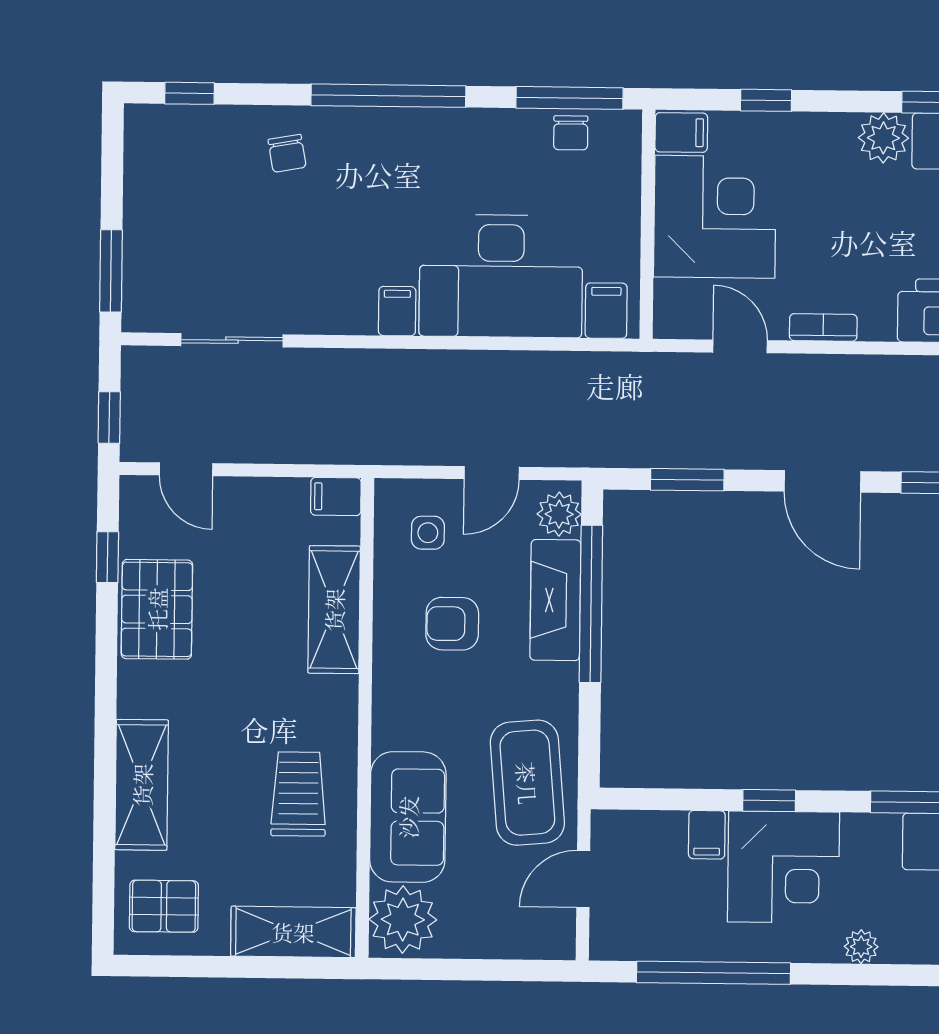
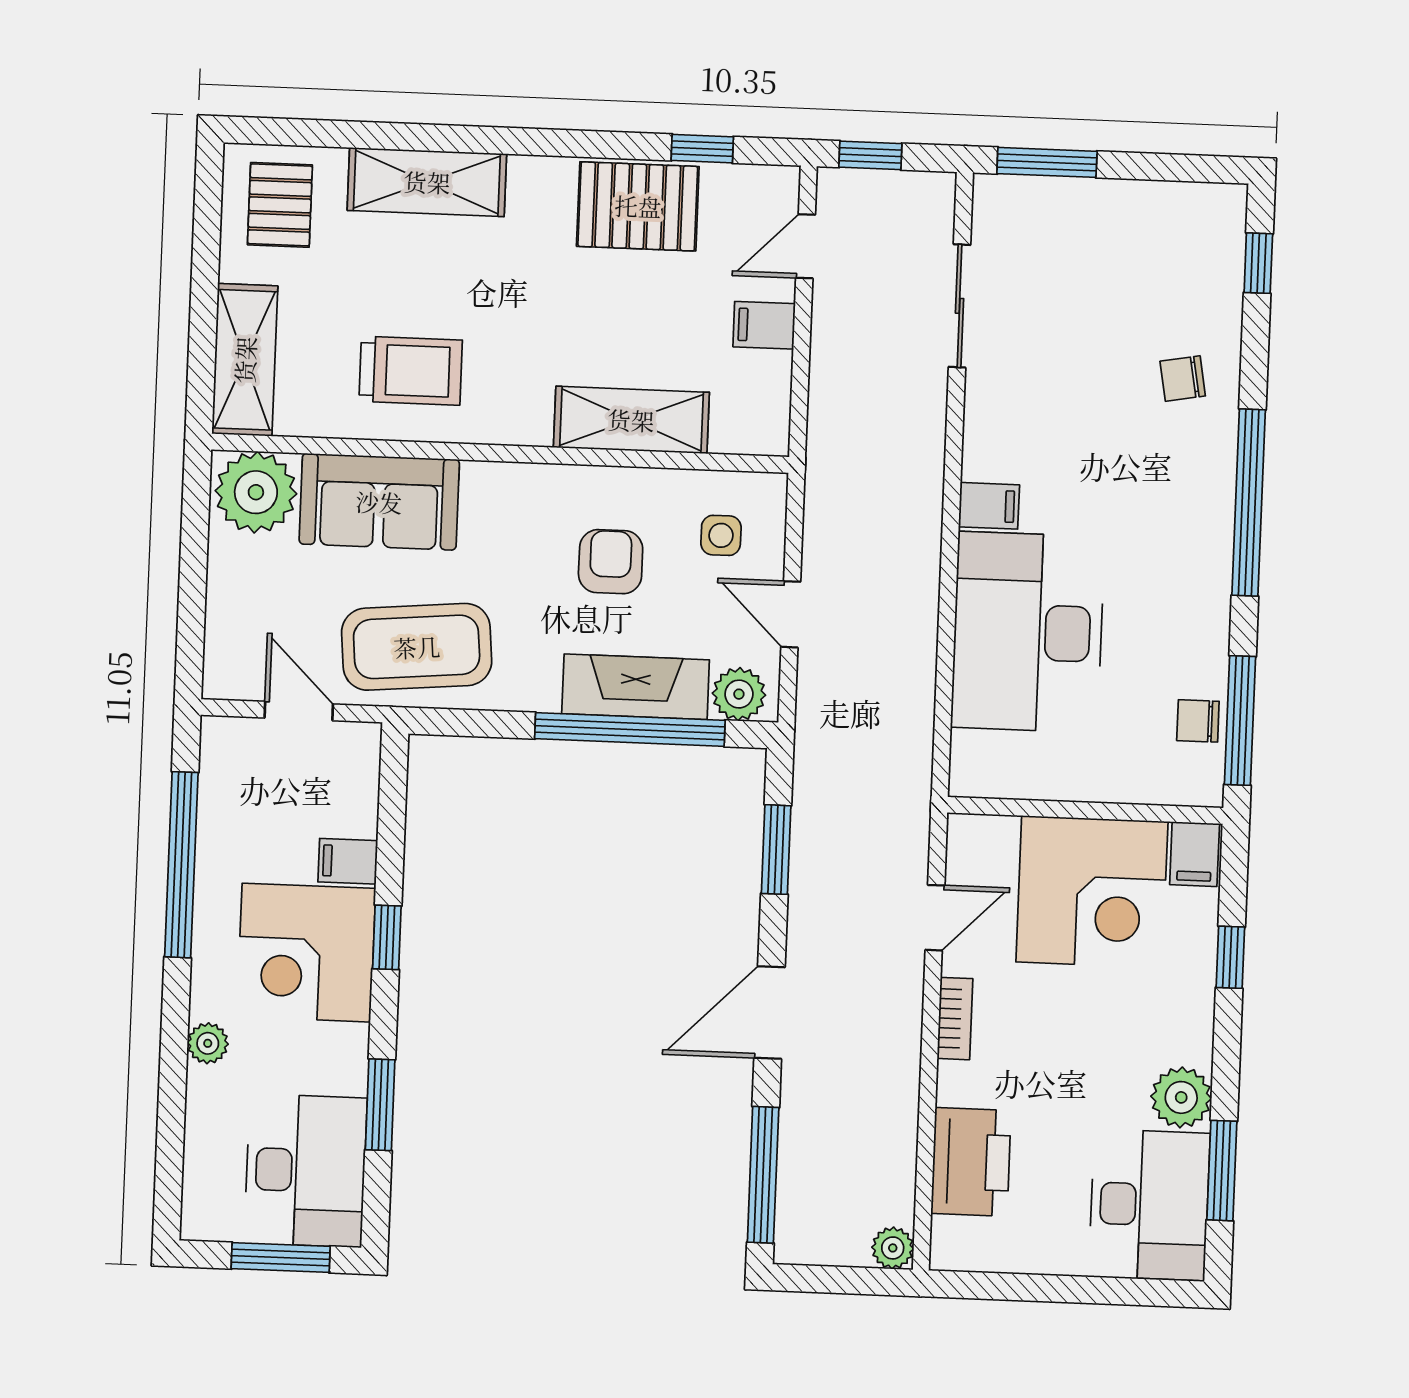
filing cabinet: (606, 311) -> (982, 758), removed
filing cabinet: (336, 496) -> (764, 325), moved, turned -90

